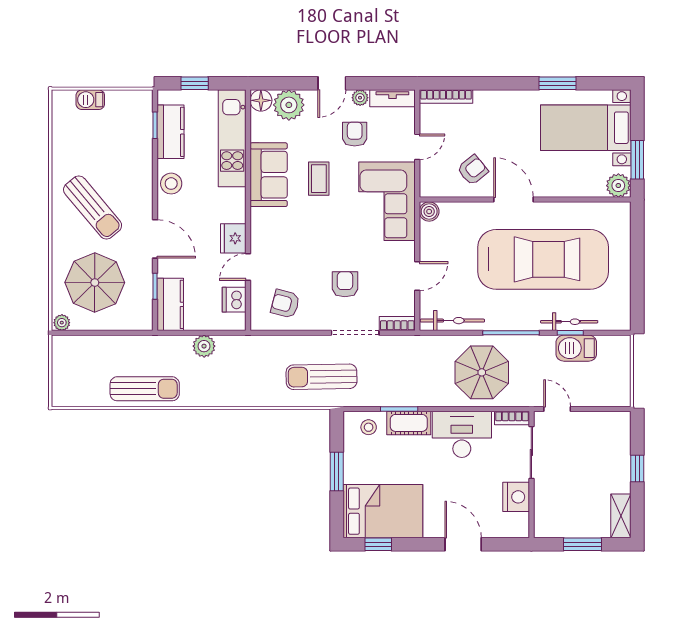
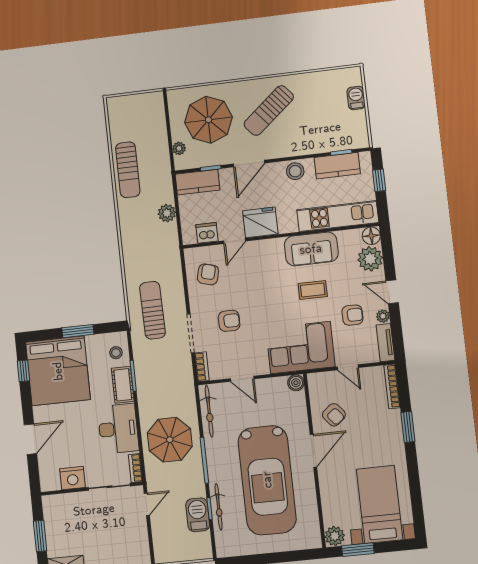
window: (557, 83) -> (408, 427), moved
fridge: (233, 238) -> (260, 222), width x1.36, depth x1.34
door: (248, 267) -> (234, 241), swing flipped
plant: (62, 323) -> (179, 148), moved
bed: (383, 511) -> (58, 371), width x1.36

